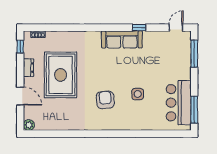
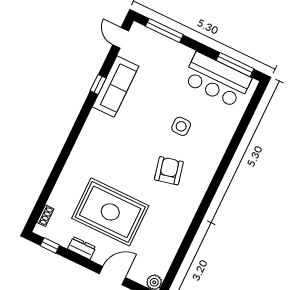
sofa: (122, 39) -> (116, 87), moved
armchair: (105, 100) -> (169, 171), turned 82

